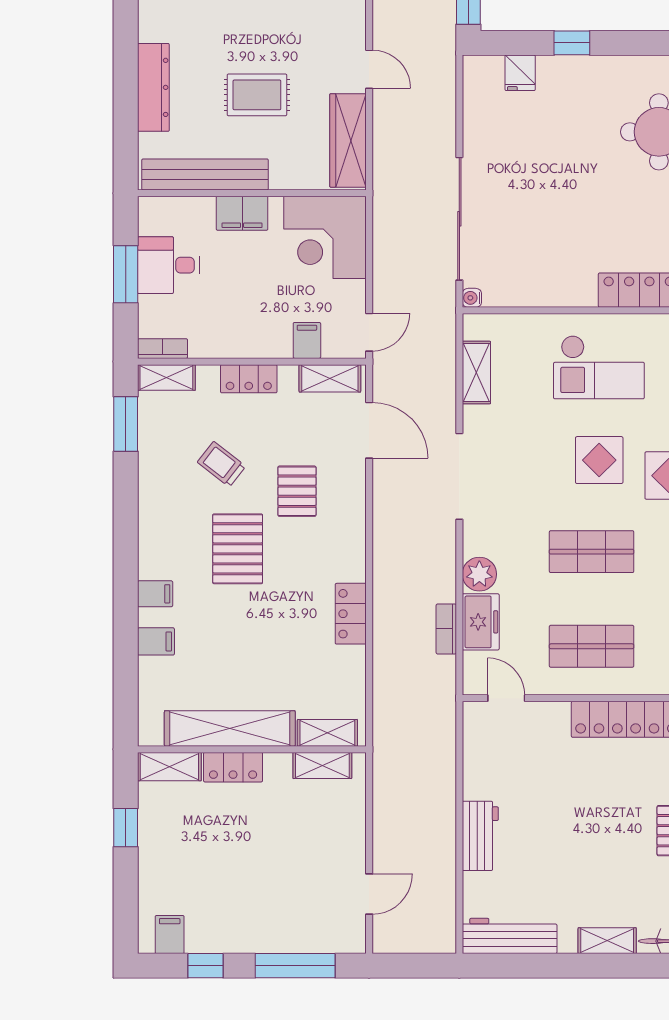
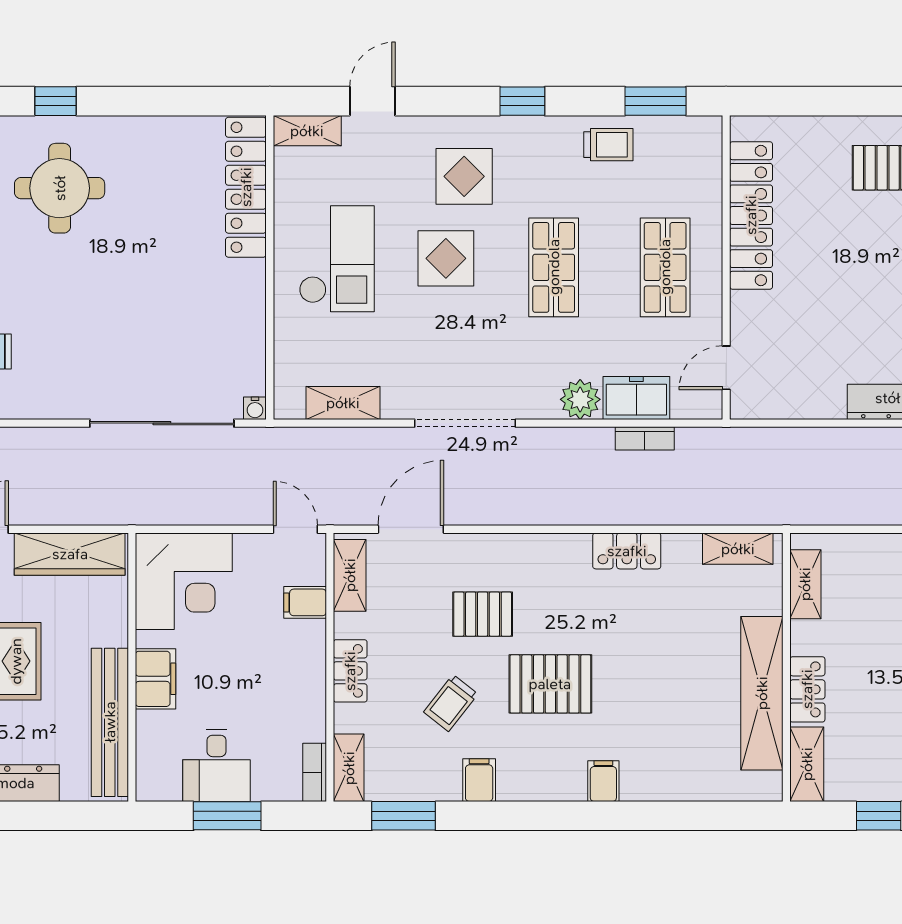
filing cabinet: (156, 641) -> (479, 780), moved
shelving: (327, 733) -> (738, 549), moved, turned 90

